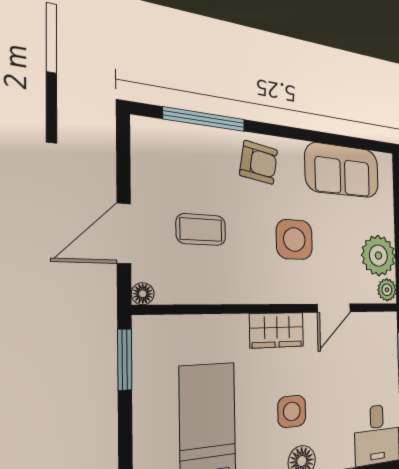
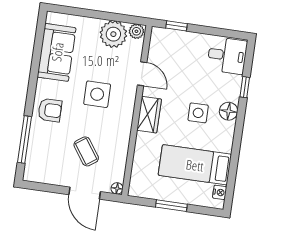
armchair: (259, 162) -> (50, 110), turned 81
coffee table: (201, 230) -> (86, 151), turned -35
window: (125, 360) -> (171, 206), moved

